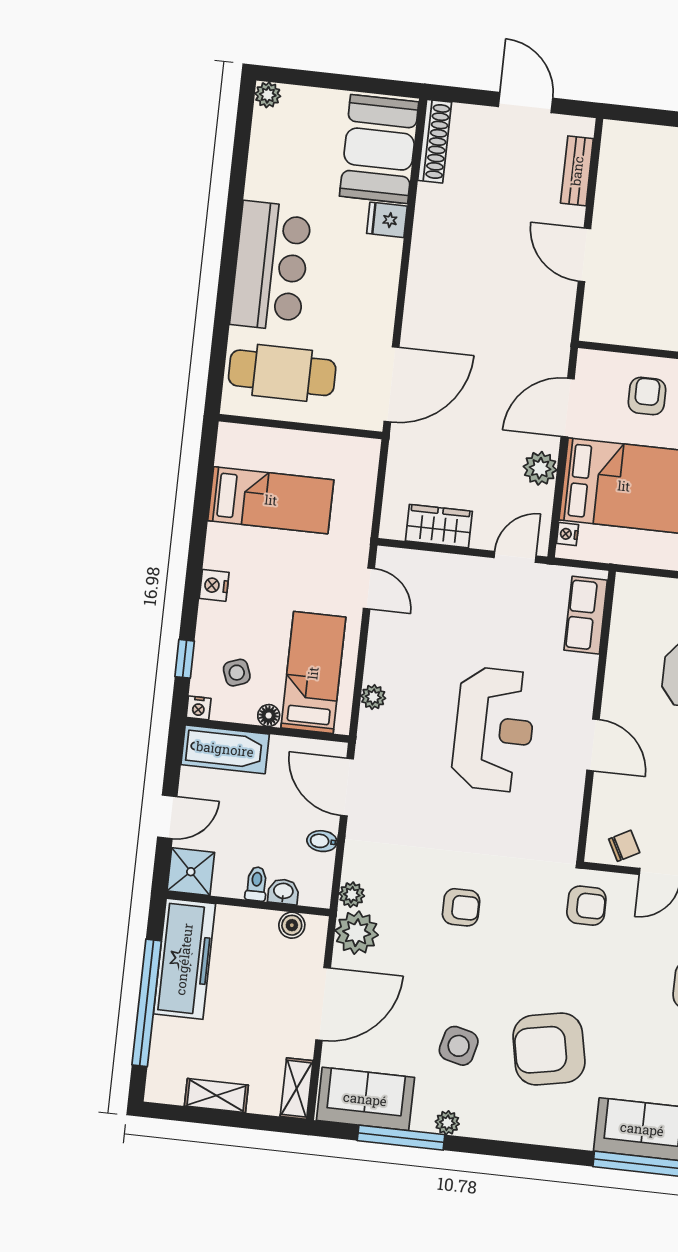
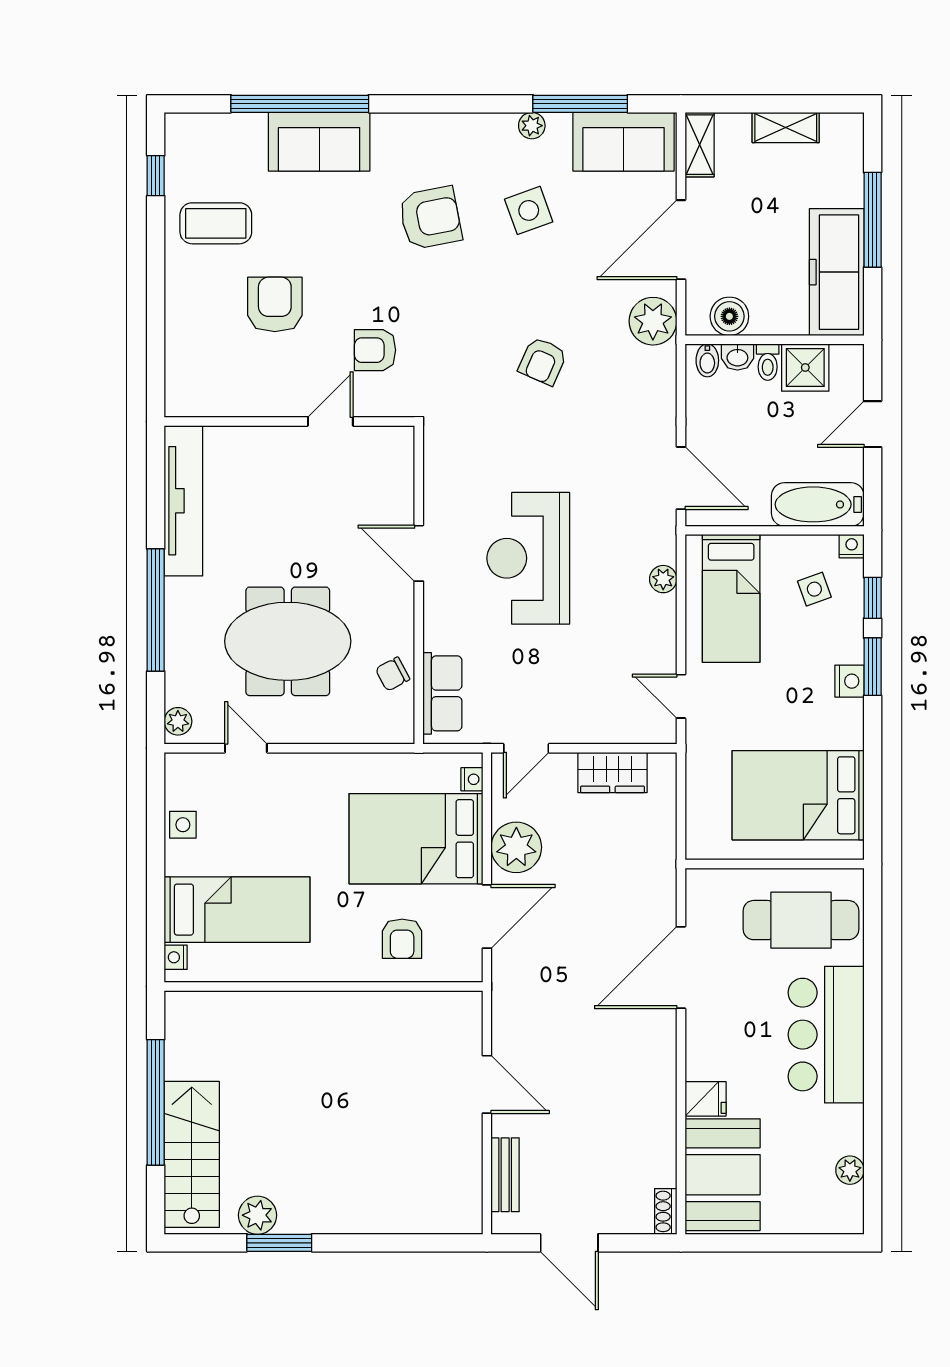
plant: (268, 95) -> (850, 1170), moved
shoe rack: (435, 141) -> (666, 1211), width x0.51, depth x0.81
door: (391, 384) -> (681, 967), moved
plant: (540, 468) -> (516, 847), width x1.36, depth x1.36
bed: (271, 500) -> (798, 795), width x1.50
window: (192, 596) -> (873, 667), added
floor lamp: (269, 716) -> (775, 546), removed
bidet: (322, 841) -> (707, 360), moved, turned 90
chair: (624, 846) -> (393, 674), moved
shower: (191, 872) -> (805, 367), moved
plant: (352, 895) -> (663, 362), removed
armchair: (586, 906) -> (375, 350), moved
armchair: (461, 907) -> (543, 361), turned -66
boiler: (292, 925) -> (729, 316), width x1.36, depth x1.36
window: (147, 1003) -> (873, 220), width x0.68
side table: (459, 1046) -> (529, 210), turned -34
armchair: (549, 1049) -> (430, 218), width x0.73, depth x0.73

